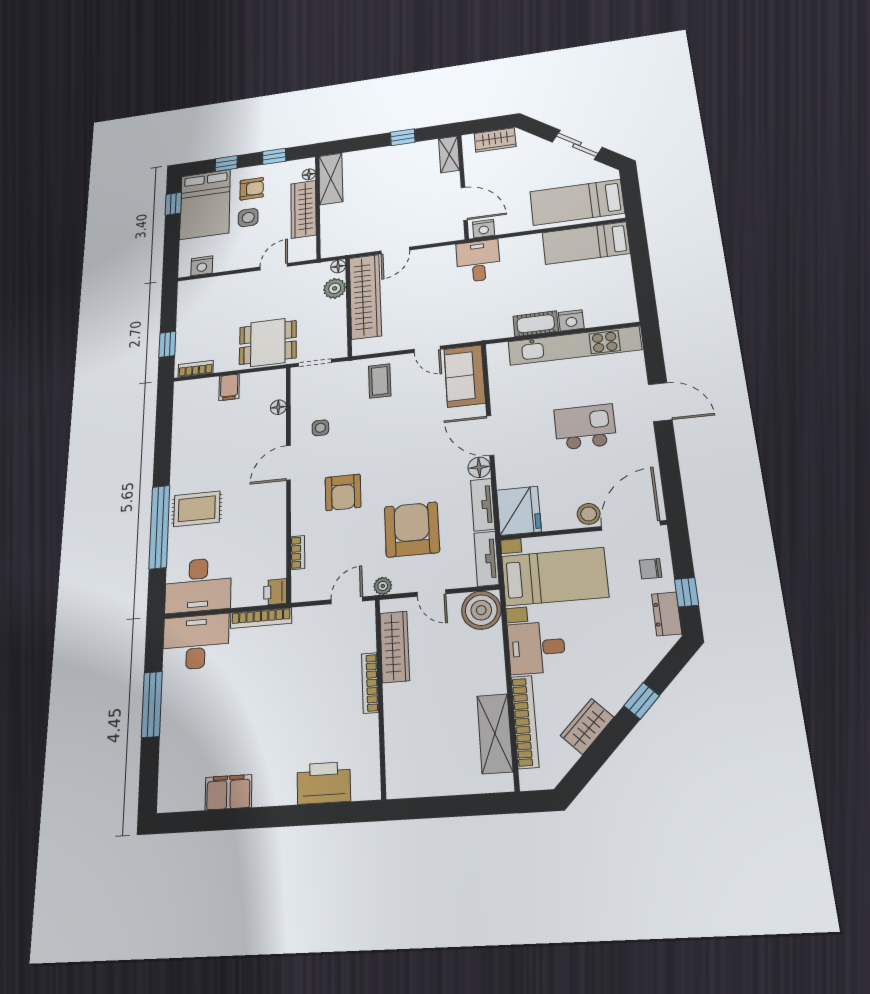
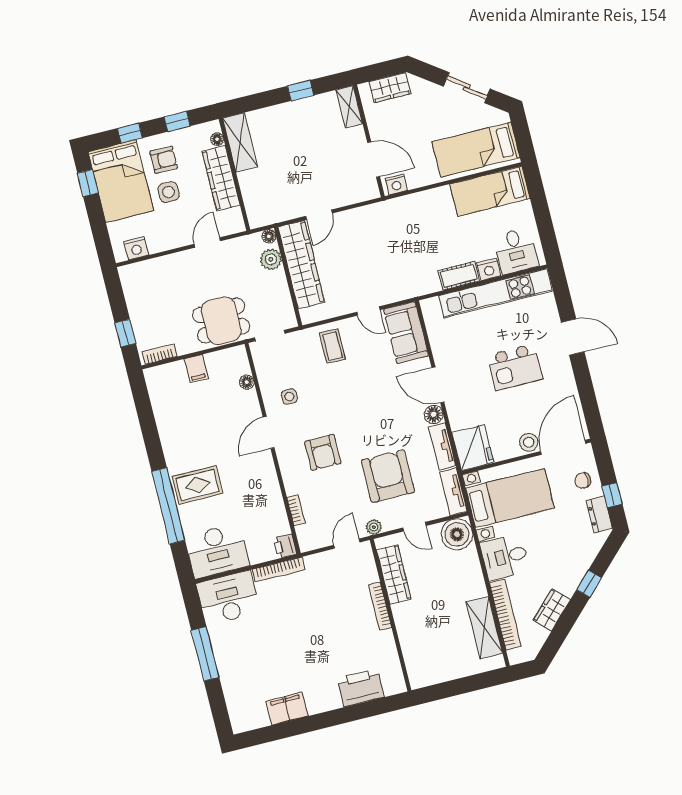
desk: (478, 261) -> (516, 251), moved, turned 180
kitchen island: (585, 427) -> (515, 367), turned 180

